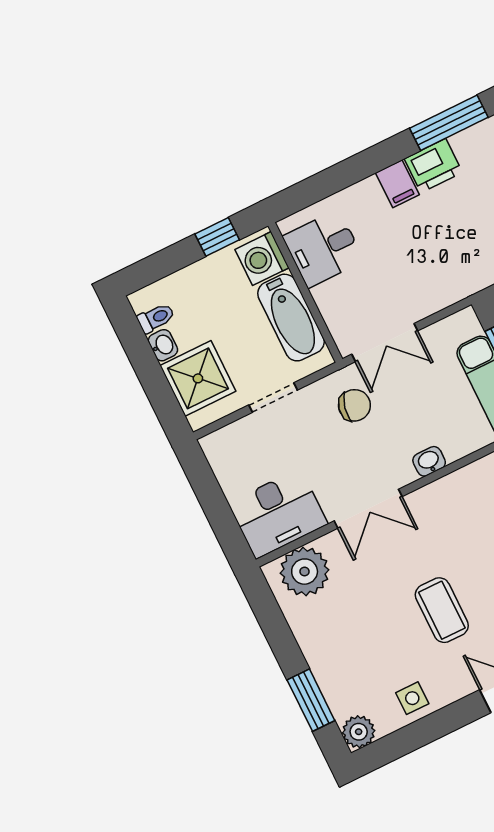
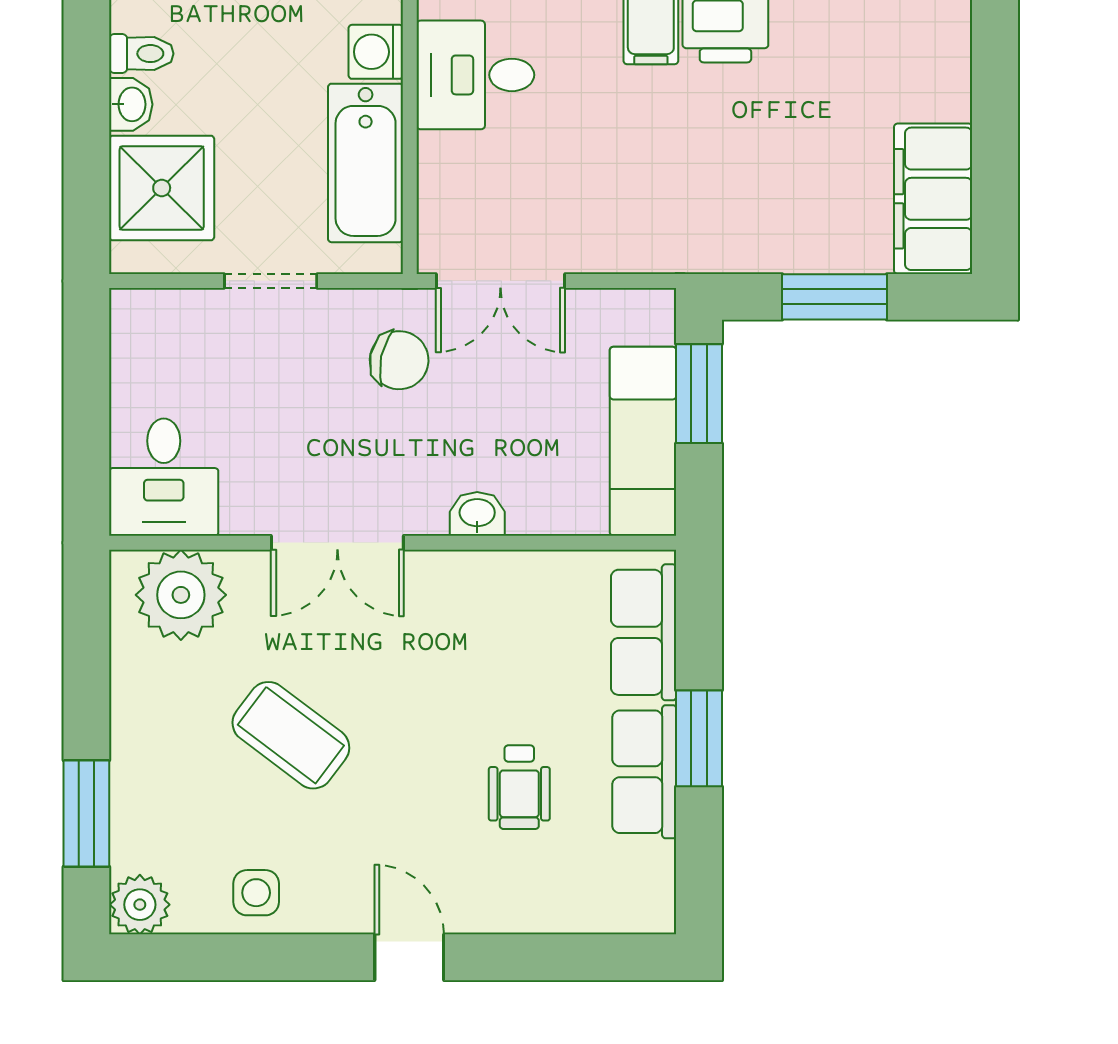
washing machine: (262, 259) -> (376, 52), width x0.73, depth x0.73
desk: (278, 514) -> (164, 477), width x0.73
coffee table: (442, 610) -> (291, 735), moved, turned -53

